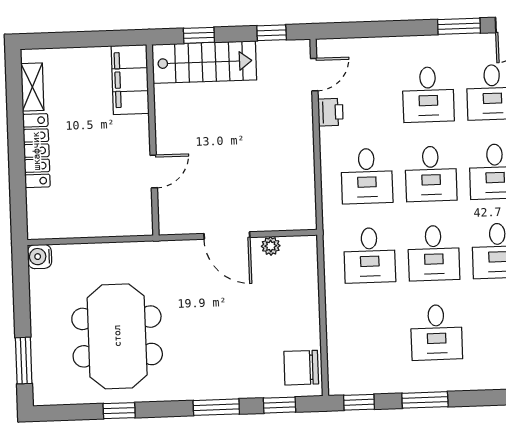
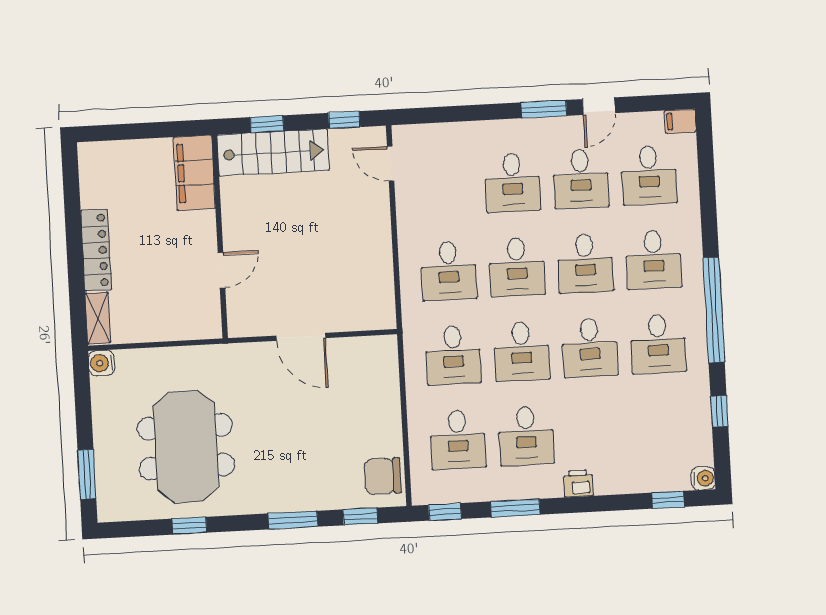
door: (314, 75) -> (391, 164), swing flipped
shelving: (32, 87) -> (98, 318), moved
printer: (330, 112) -> (578, 483), moved, turned -90
plant: (271, 246) -> (348, 347), removed
desk: (372, 335) -> (458, 439), added

